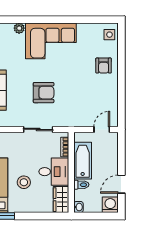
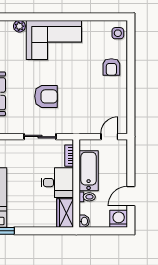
stool: (24, 182) -> (25, 194), removed

